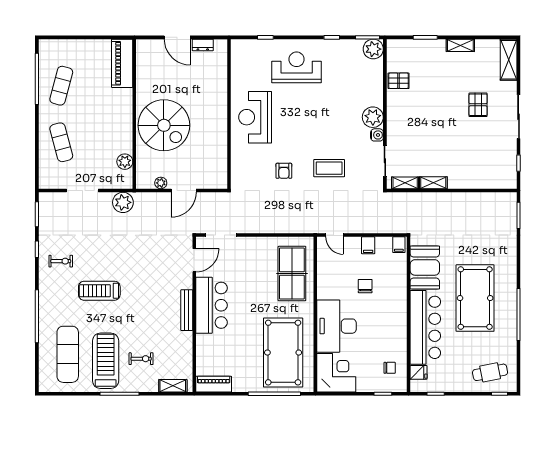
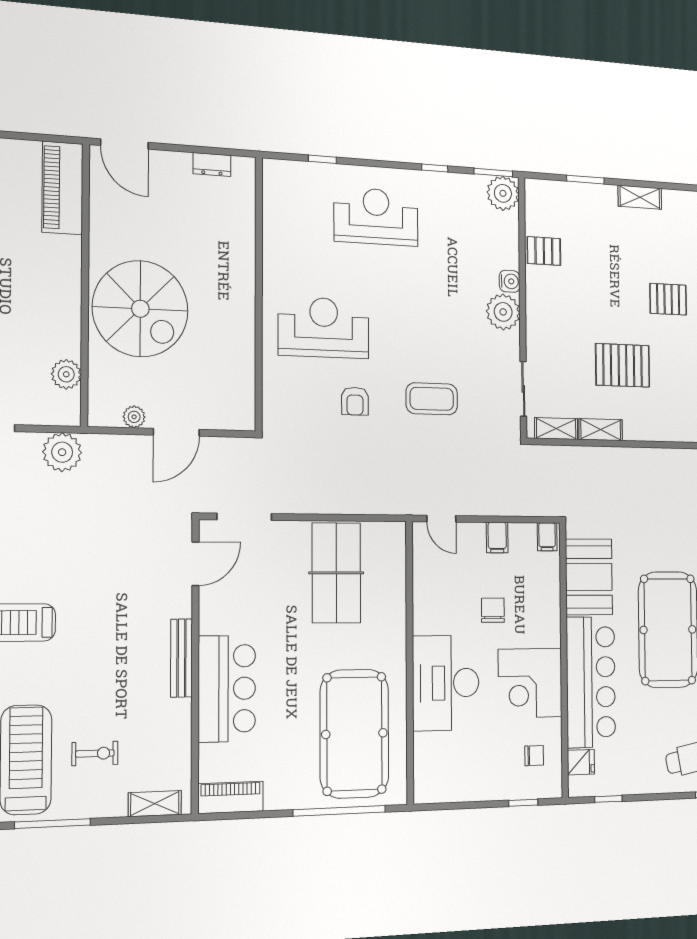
door: (177, 37) -> (124, 144), moved
pallet: (478, 105) -> (668, 299), turned 90
reception desk: (255, 117) -> (324, 328), moved, turned 90
water cooler: (377, 135) -> (510, 281), moved
pallet: (448, 145) -> (623, 365), added
table tennis table: (292, 274) -> (336, 573), moved
bar counter: (211, 305) -> (227, 689), moved
corner desk: (336, 373) -> (530, 683), moved, turned 180

